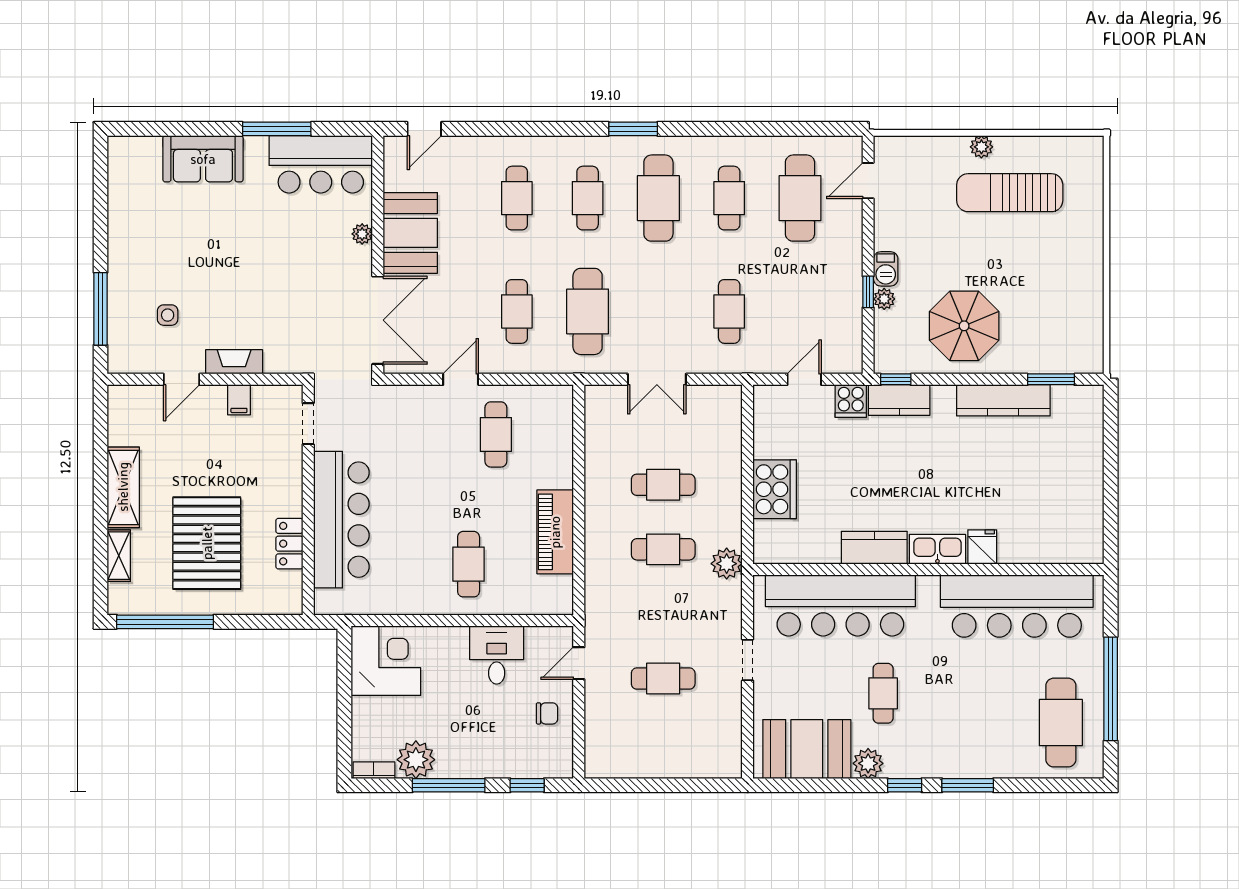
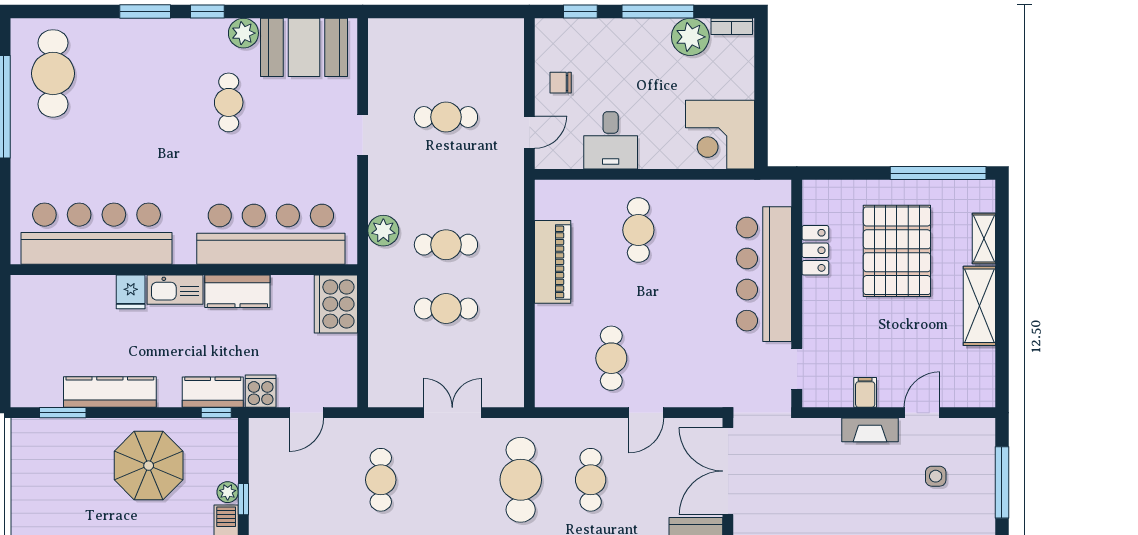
fridge: (982, 547) -> (131, 292), moved
kitchen counter: (874, 548) -> (237, 291), moved
kitchen sink: (937, 549) -> (175, 290), moved
wall: (928, 570) -> (184, 270), moved
bar counter: (840, 605) -> (271, 234), moved
bar counter: (1017, 606) -> (97, 234), moved

